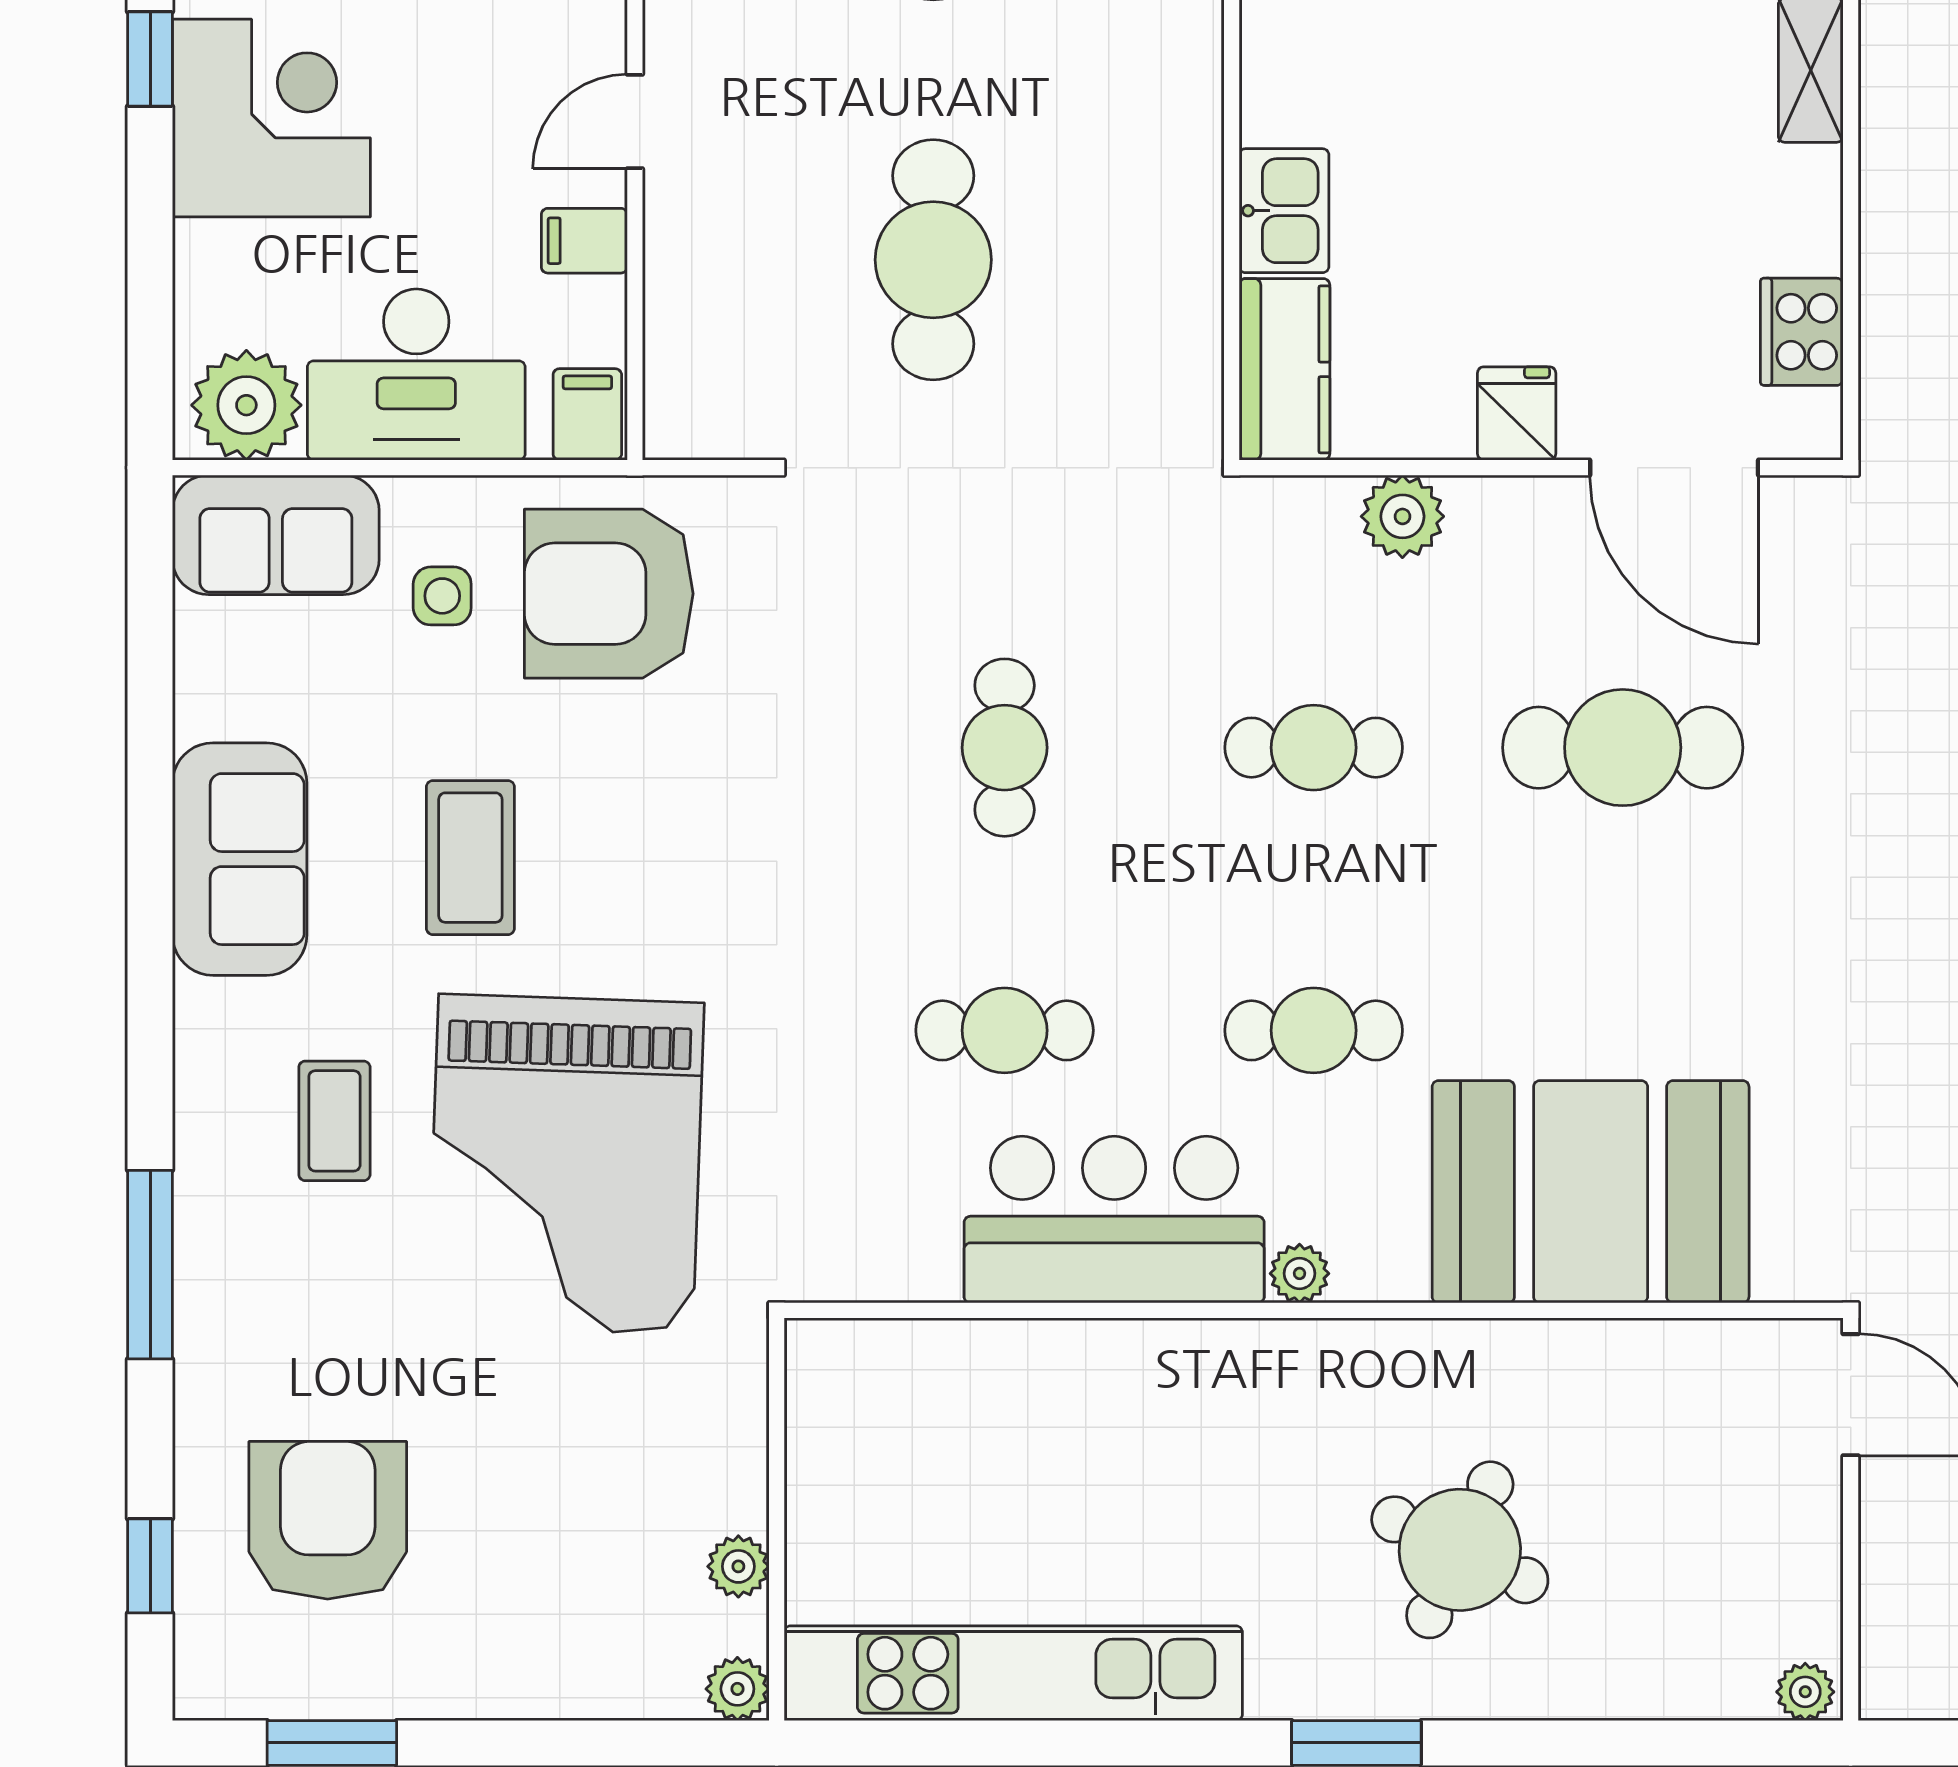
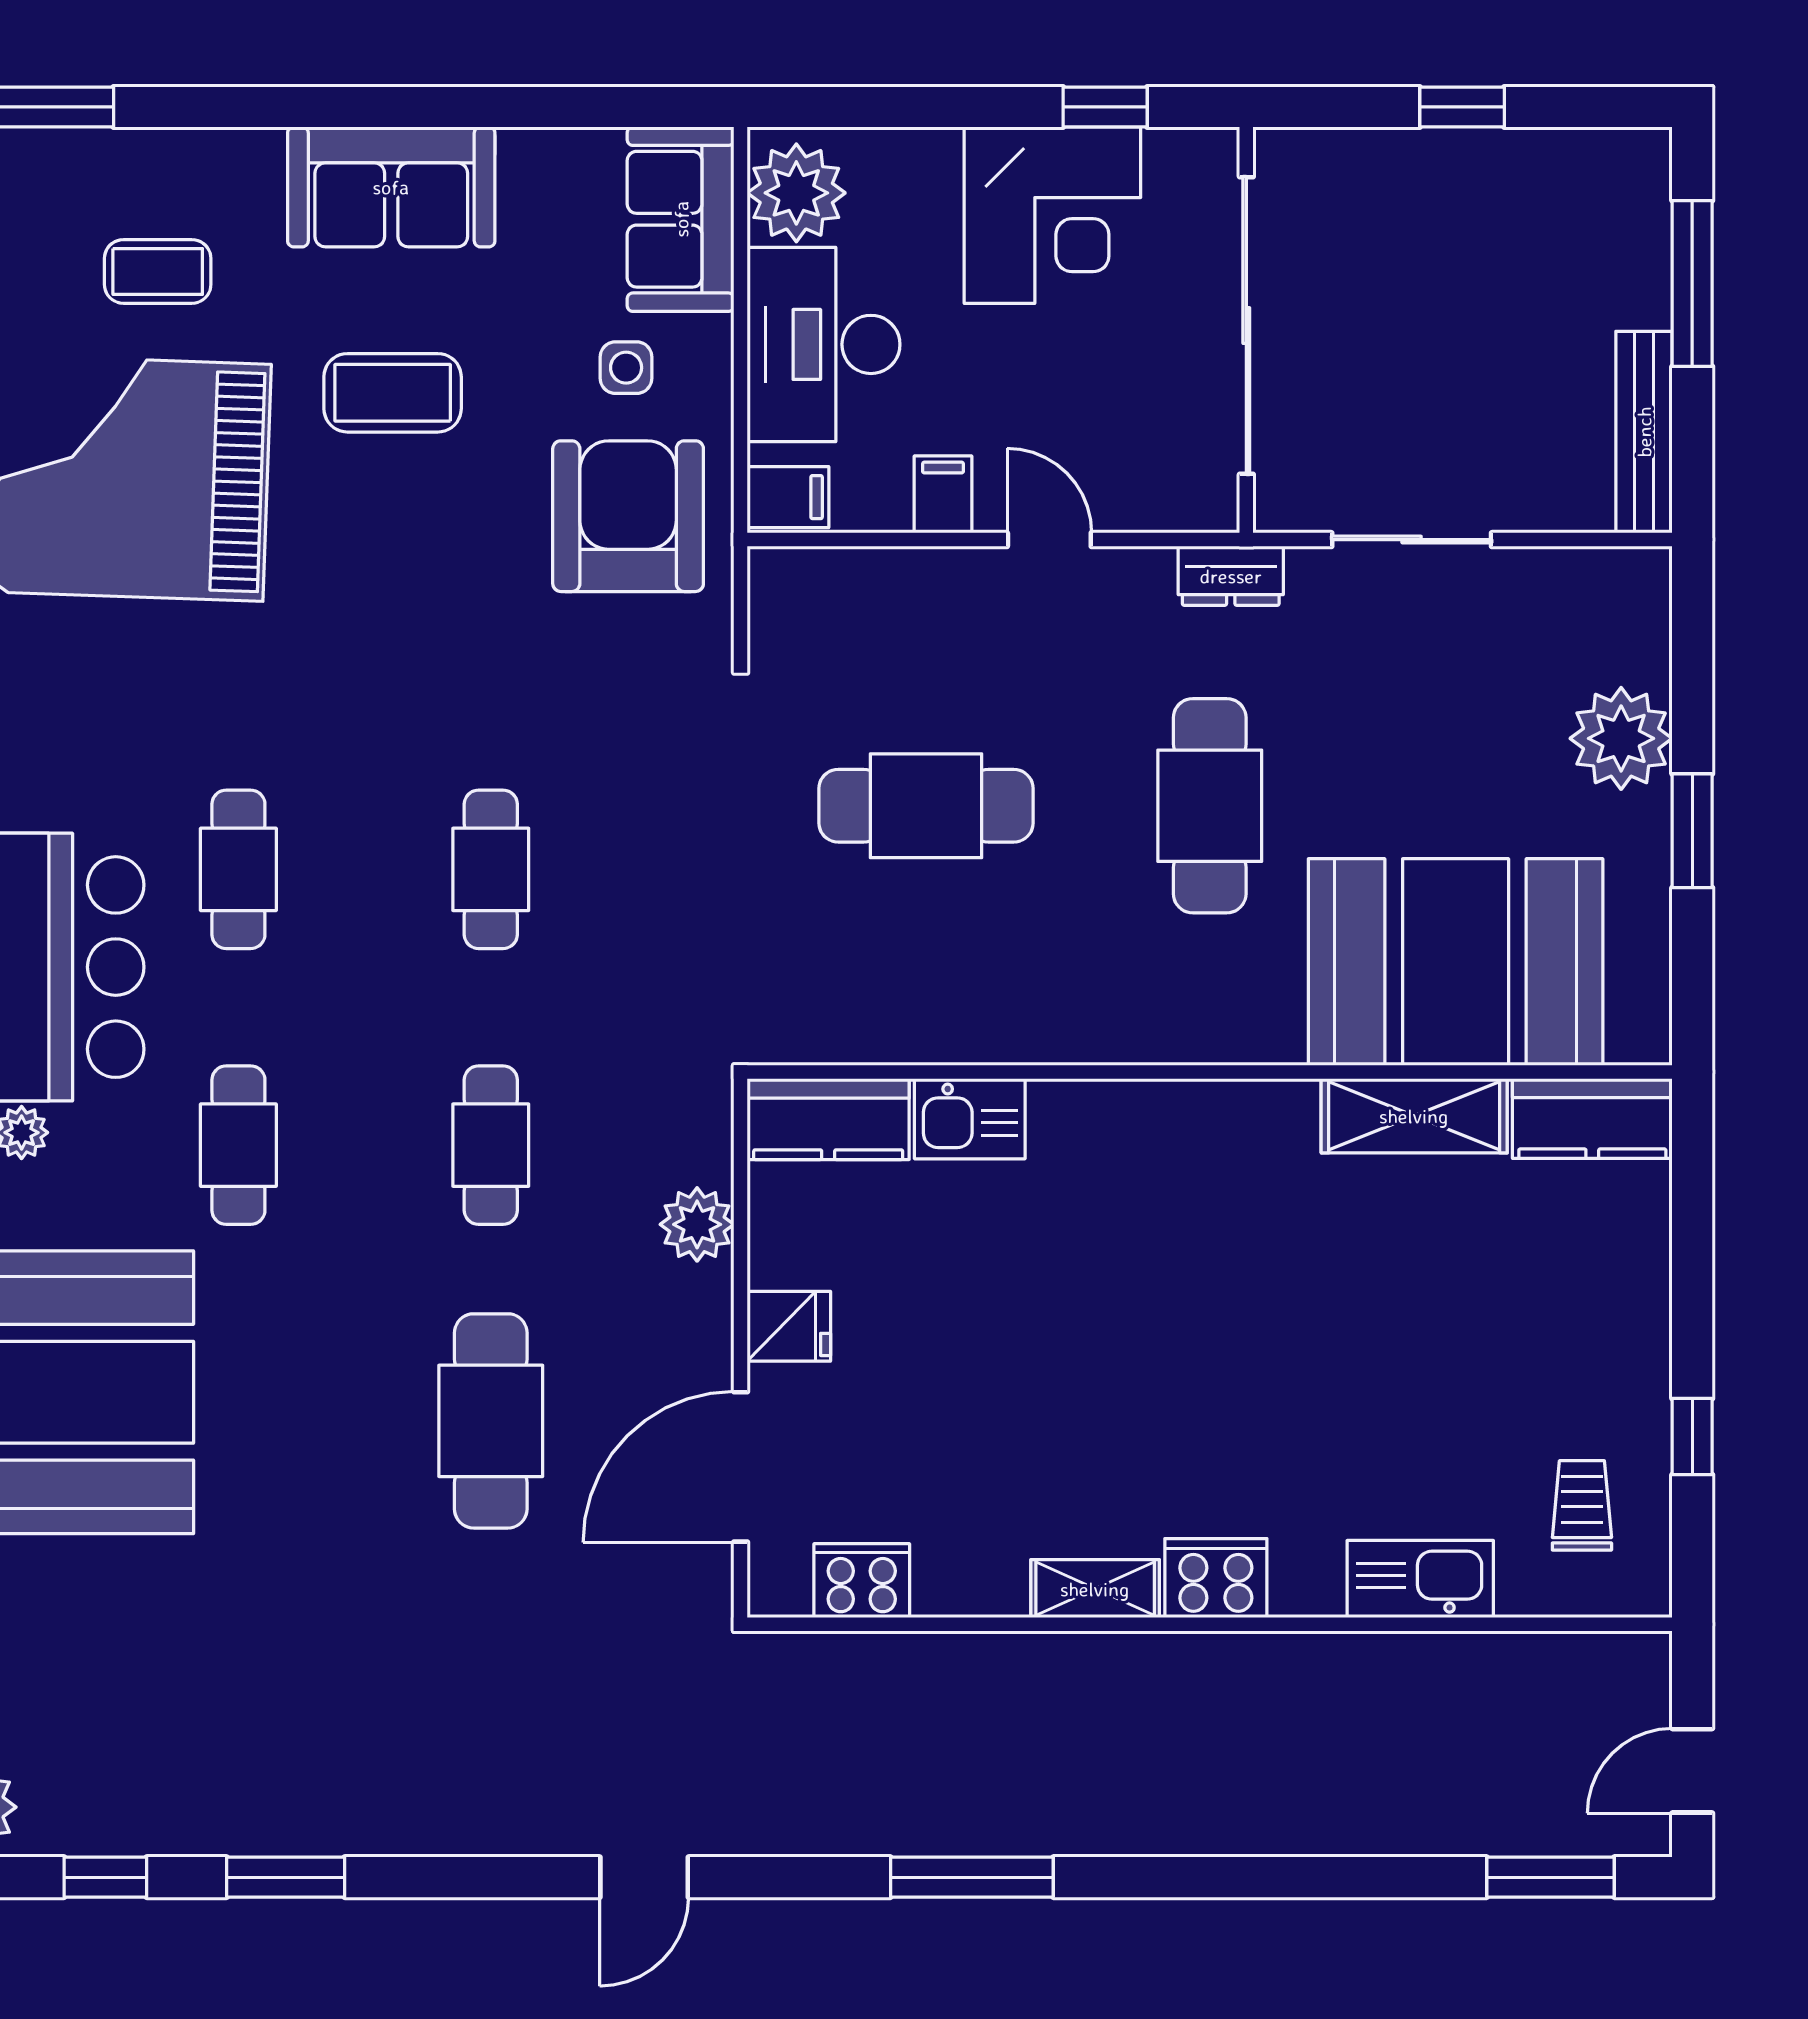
cafe table: (1005, 748) -> (491, 869), turned 90

